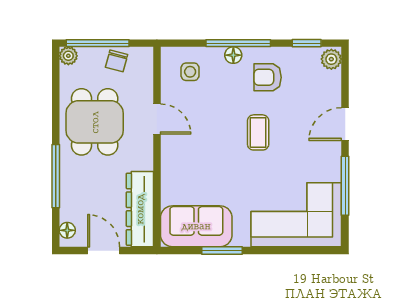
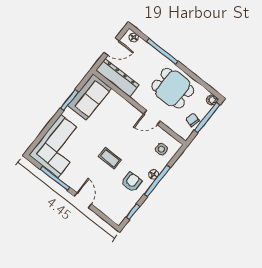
plant: (331, 59) -> (117, 217), removed

